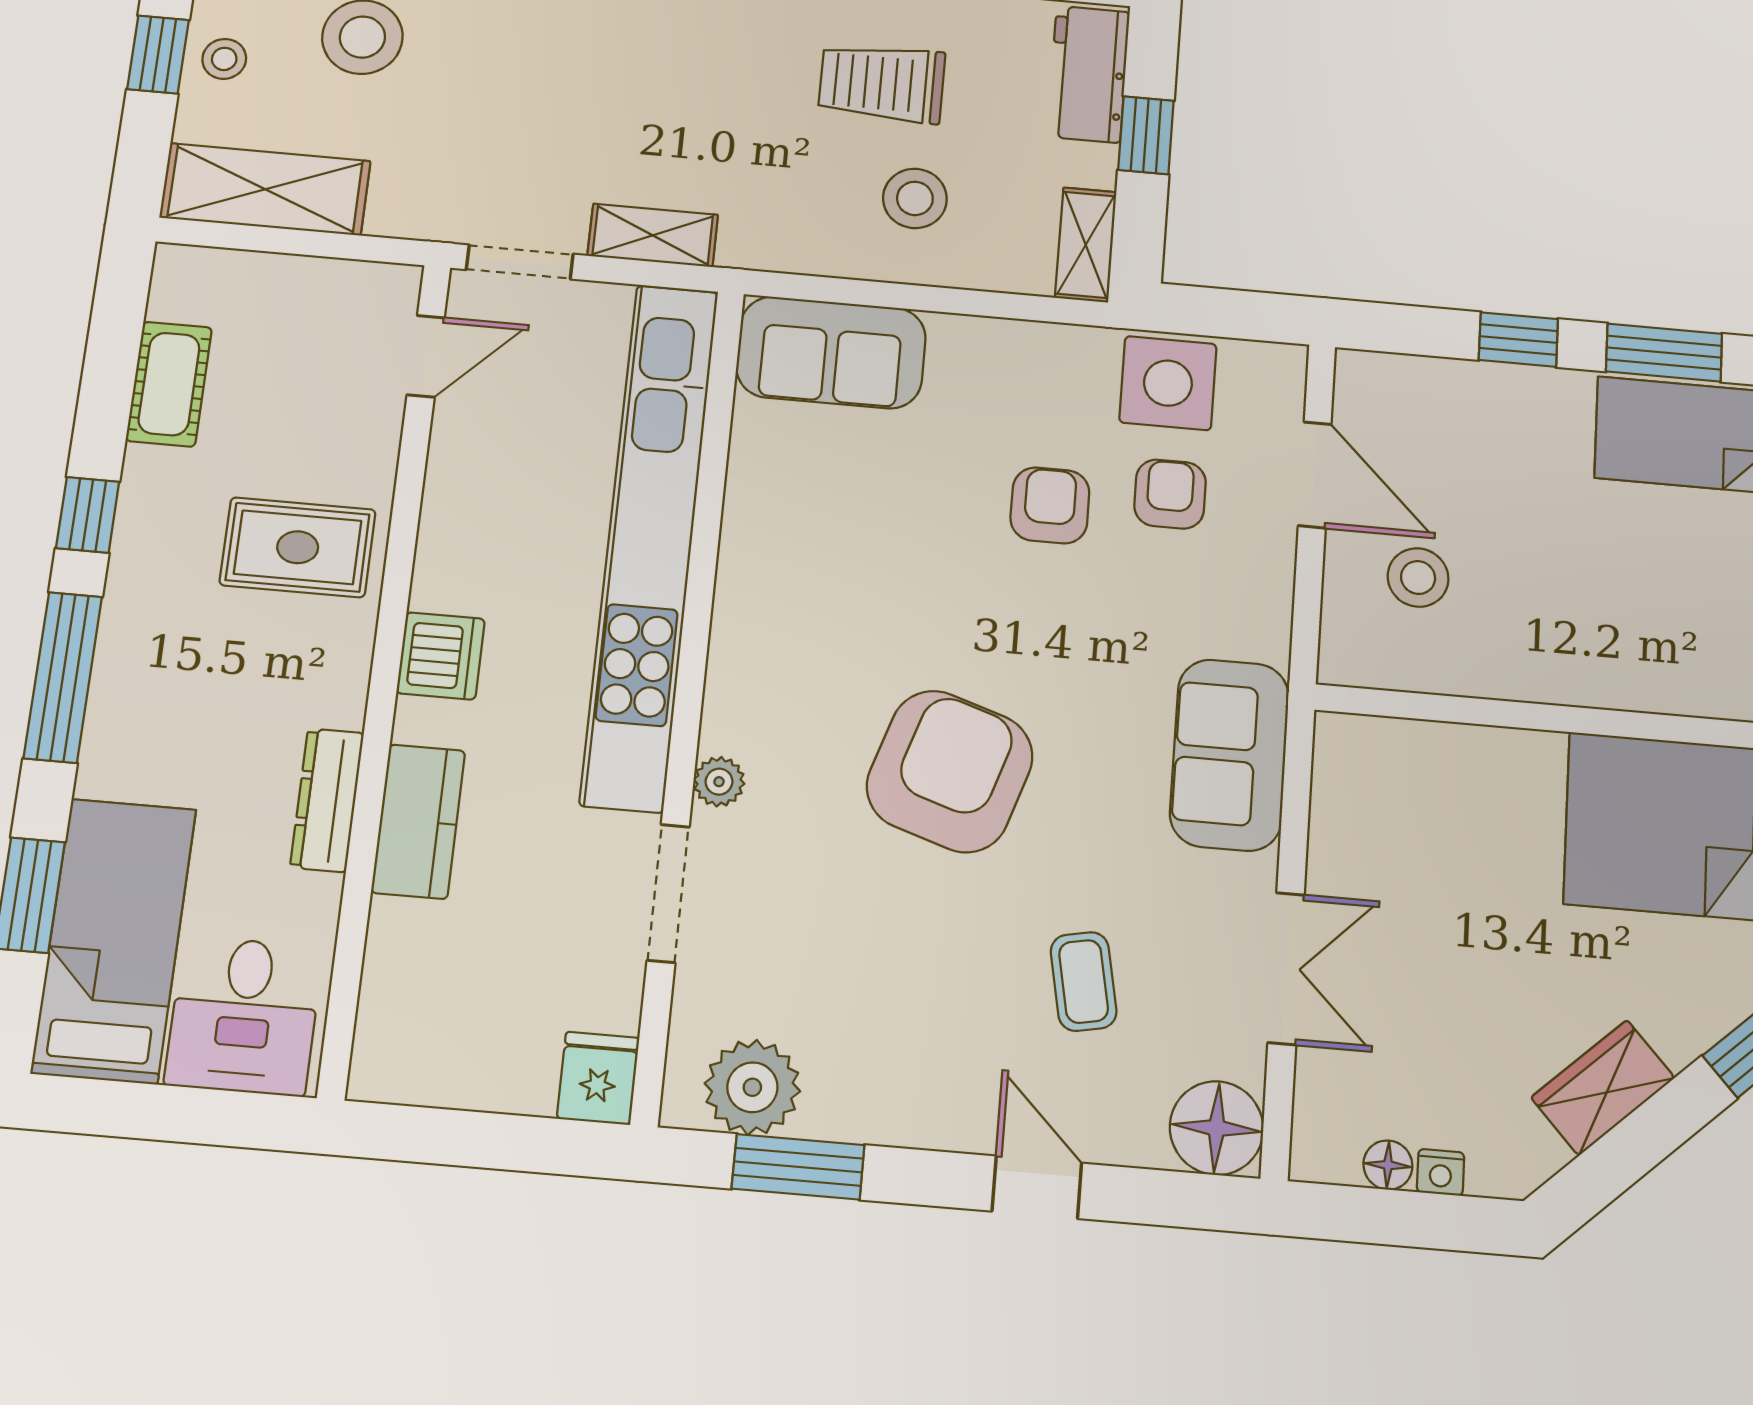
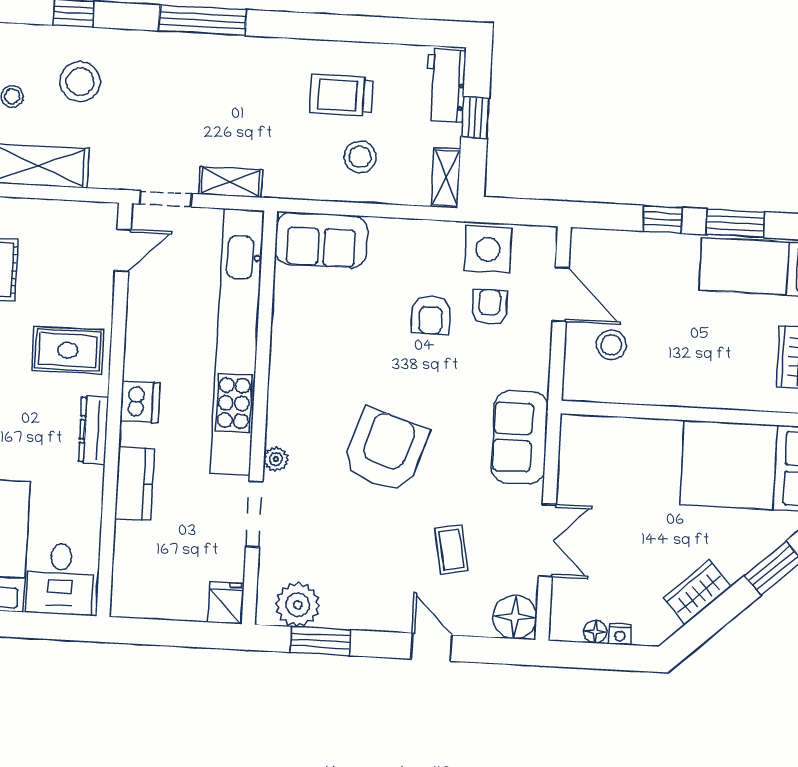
armchair: (1050, 505) -> (431, 315), turned 180
dresser: (327, 800) -> (93, 430), moved

